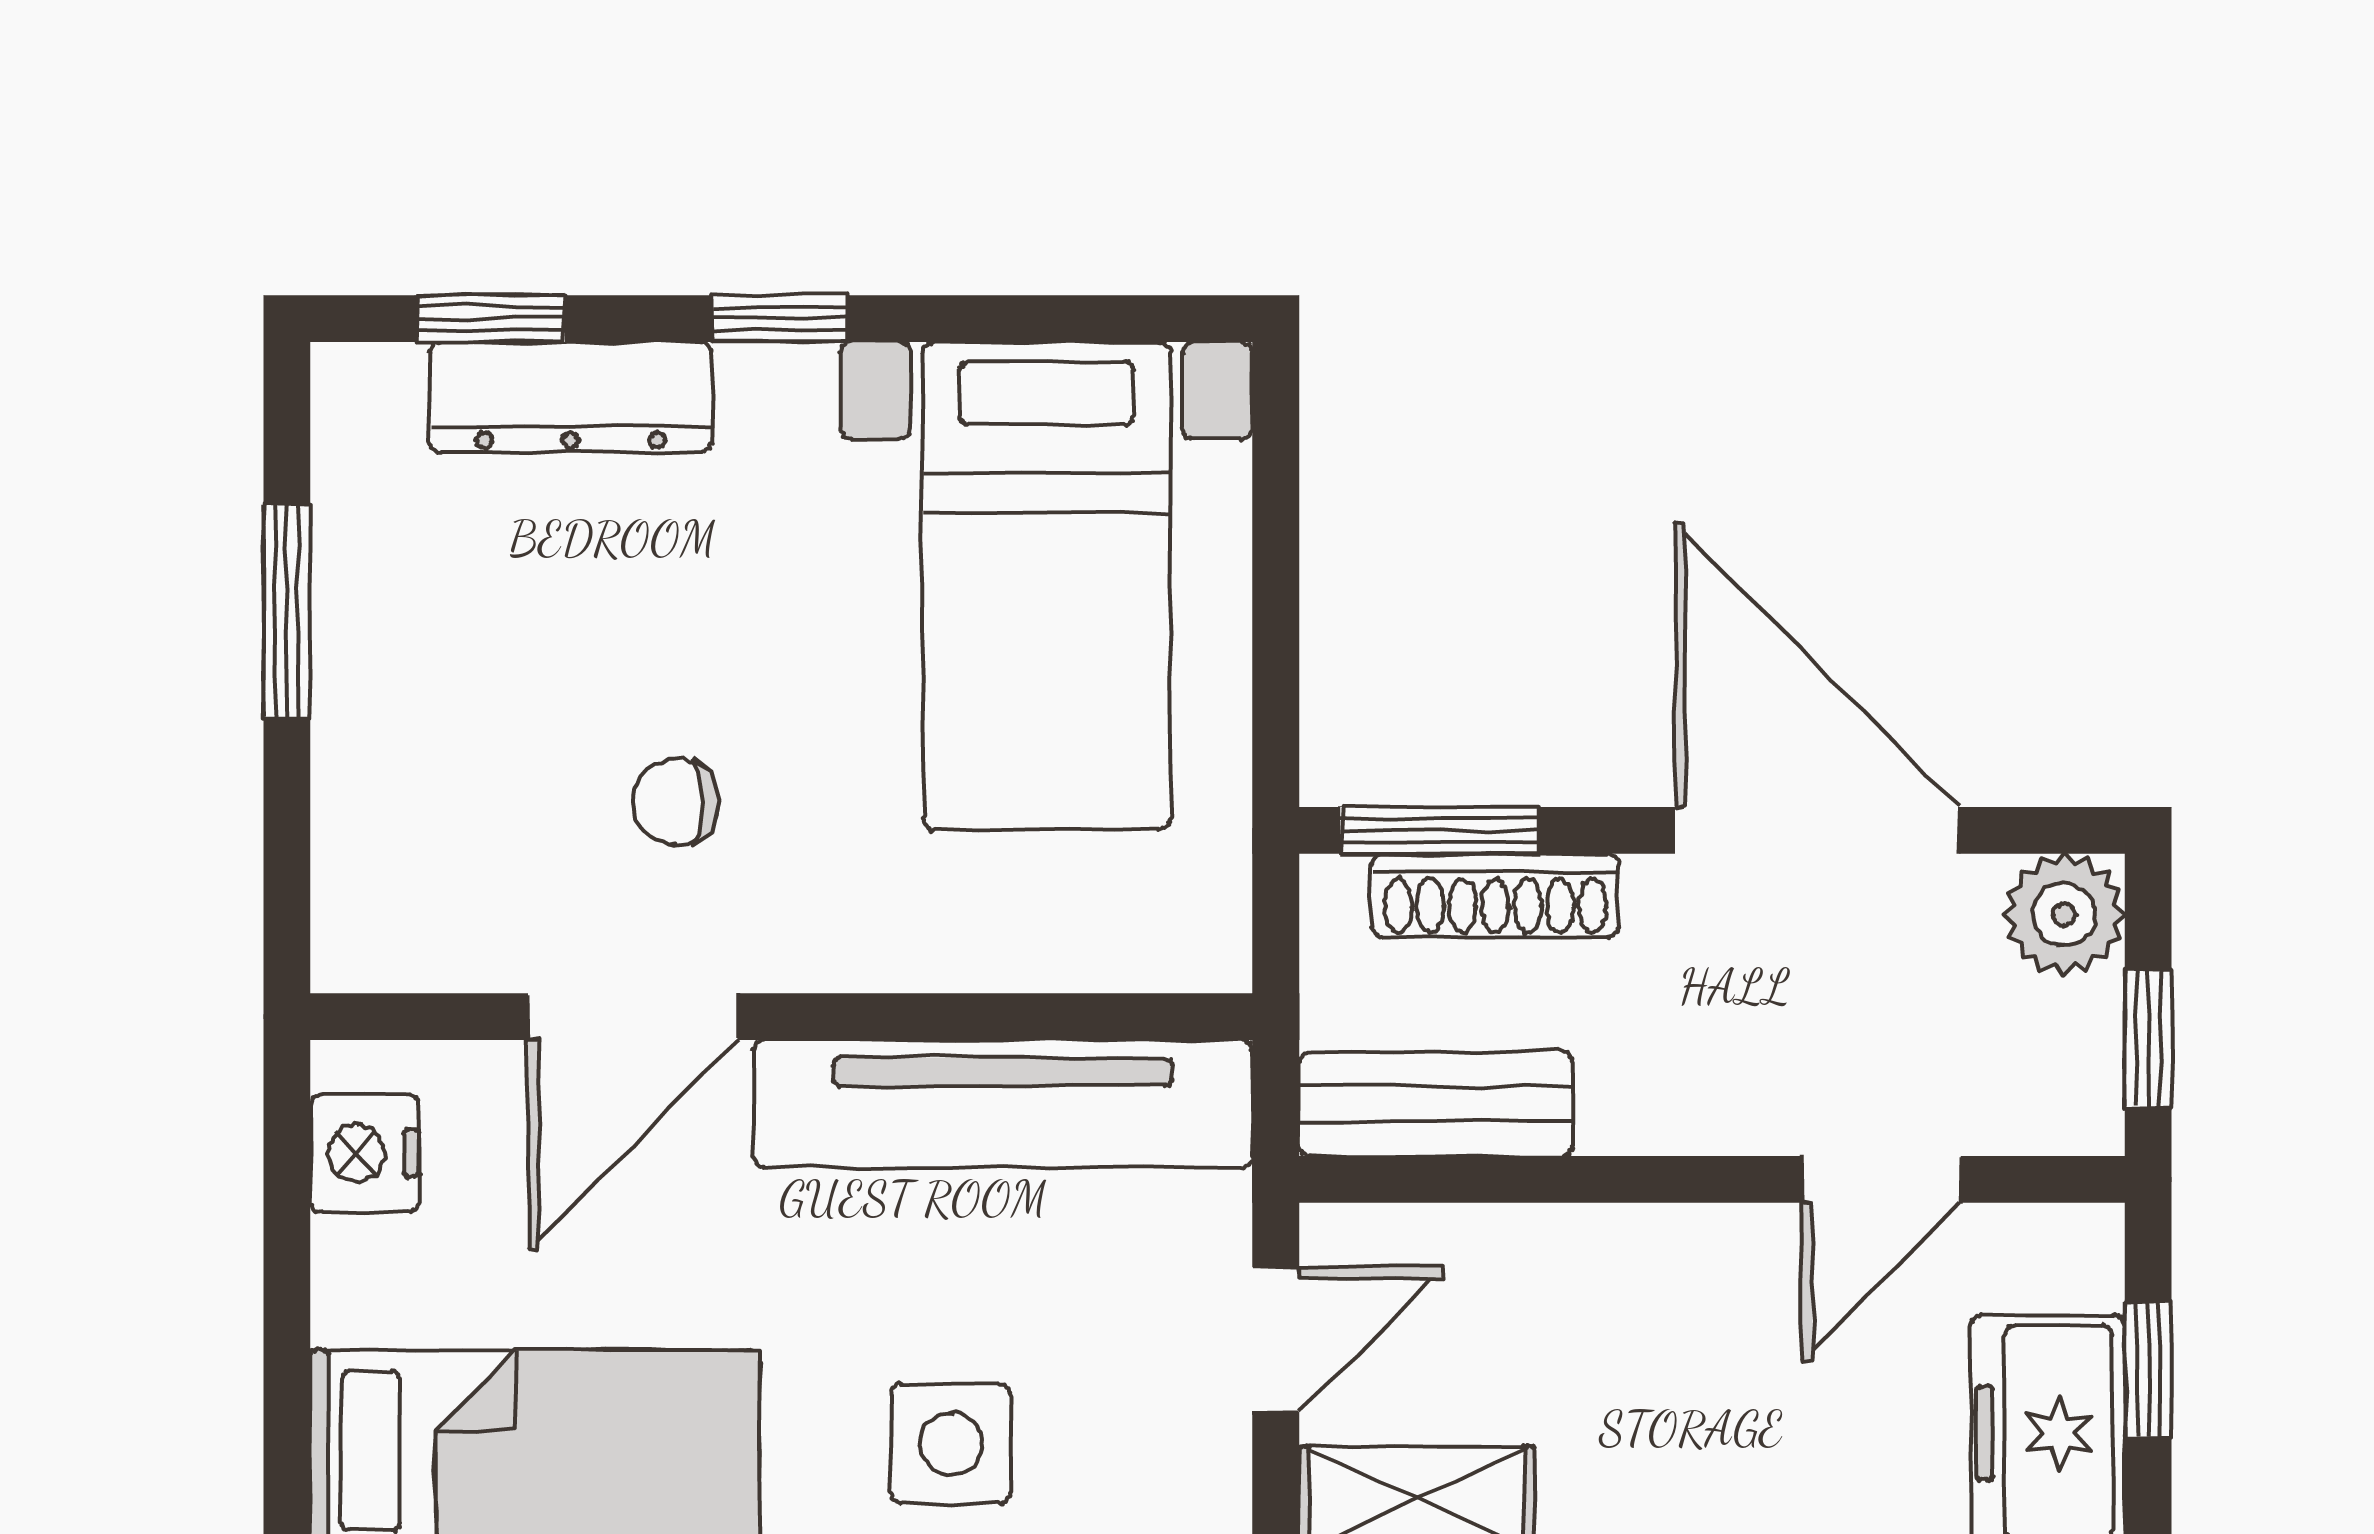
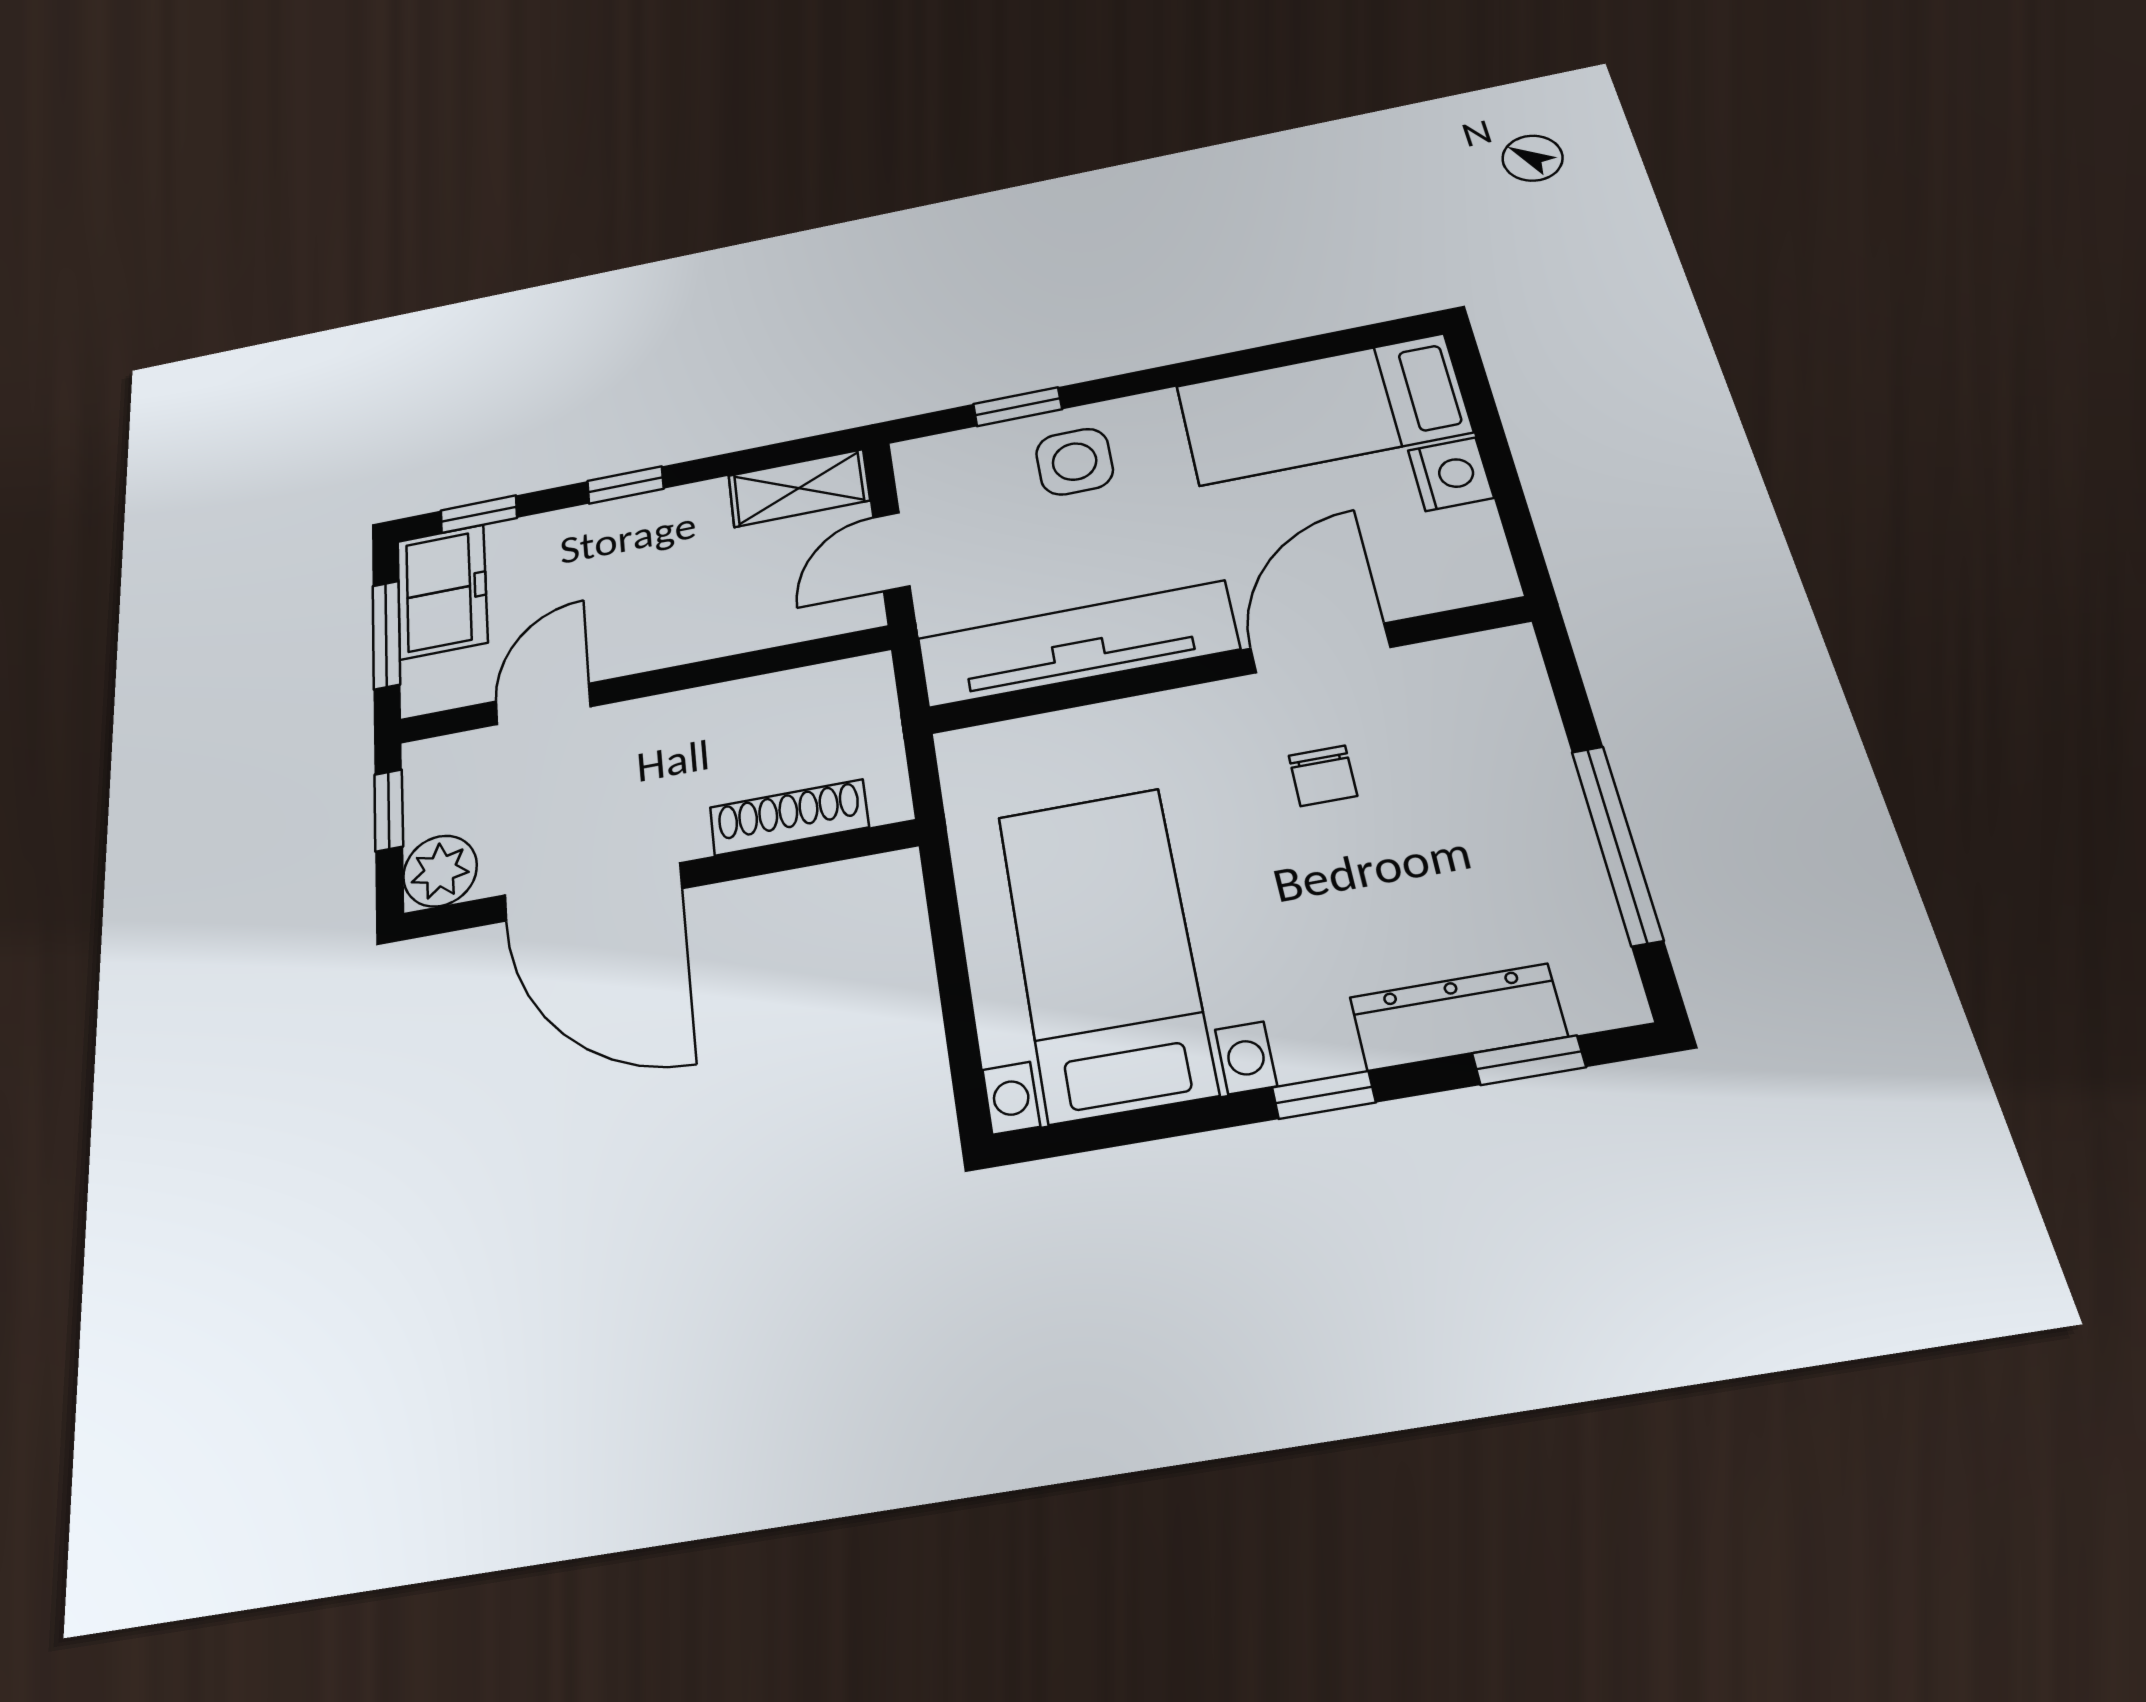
window: (287, 611) -> (1617, 844), width x1.44
chair: (675, 802) -> (1323, 776), turned 90
window: (1440, 830) -> (828, 849), removed
bench: (1436, 1104) -> (812, 694), removed
nightstand: (365, 1153) -> (1451, 474), moved
window: (2148, 1369) -> (386, 635), width x1.50

